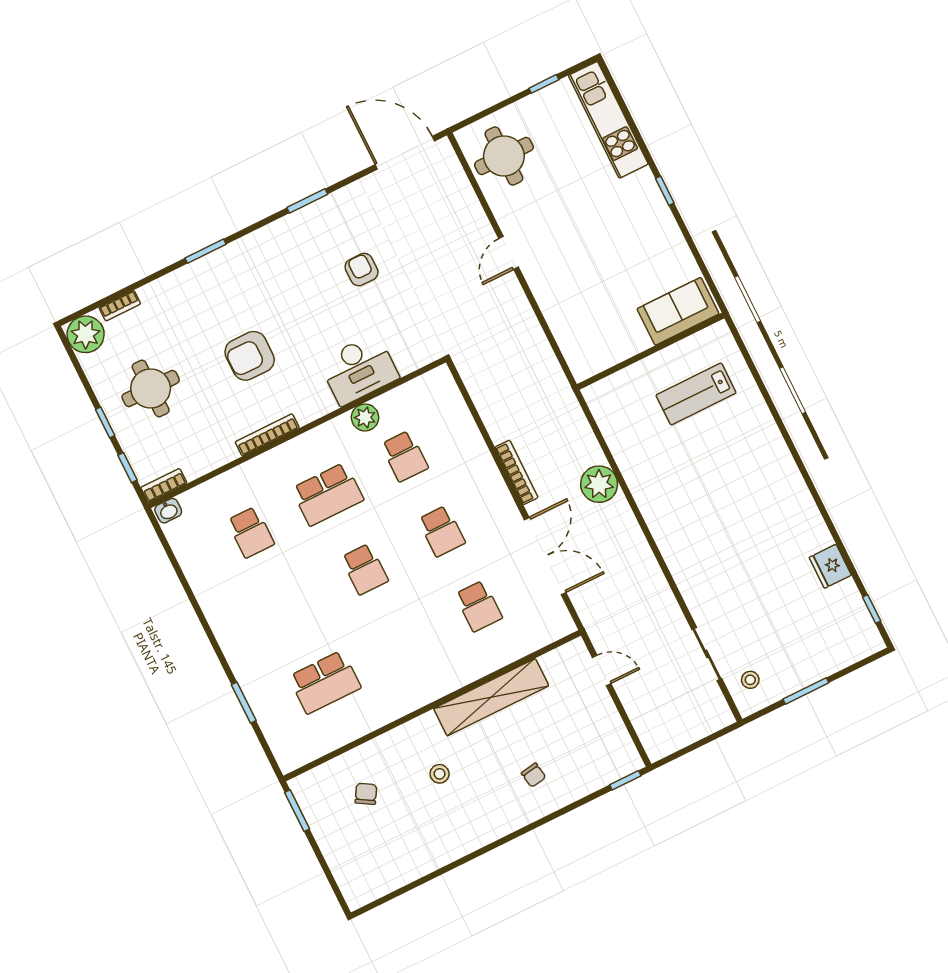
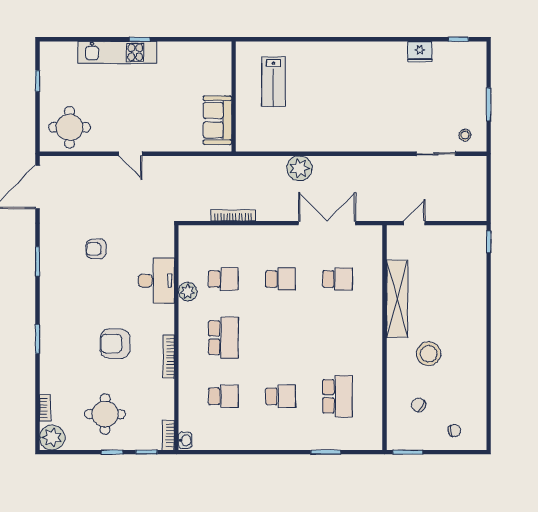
kitchen unit: (608, 120) -> (117, 52), moved
sofa: (678, 311) -> (217, 120), moved
armchair: (250, 356) -> (115, 344), turned 90
bookcase: (516, 472) -> (233, 215), moved
school desk: (365, 569) -> (280, 396), moved
stool: (440, 774) -> (429, 354), width x1.89, depth x1.89
chair: (534, 775) -> (454, 431), moved

